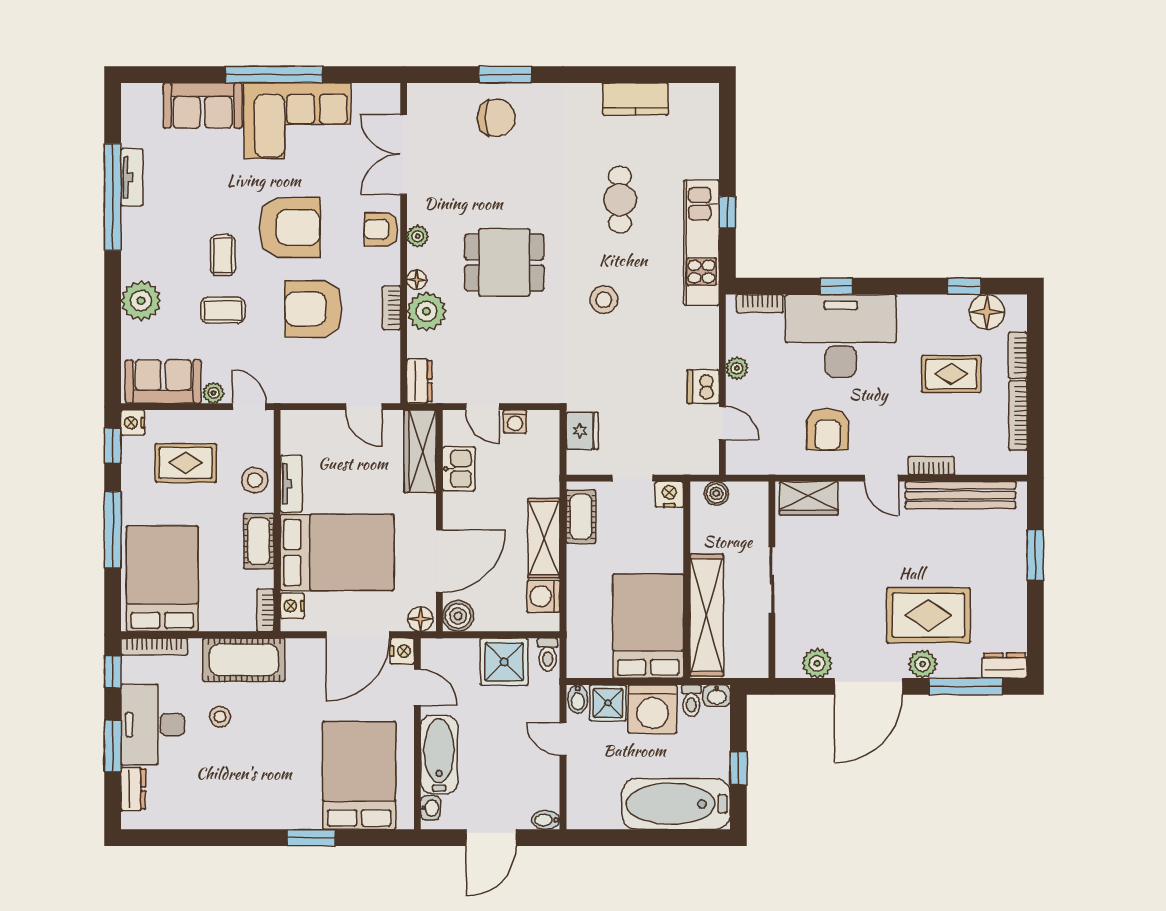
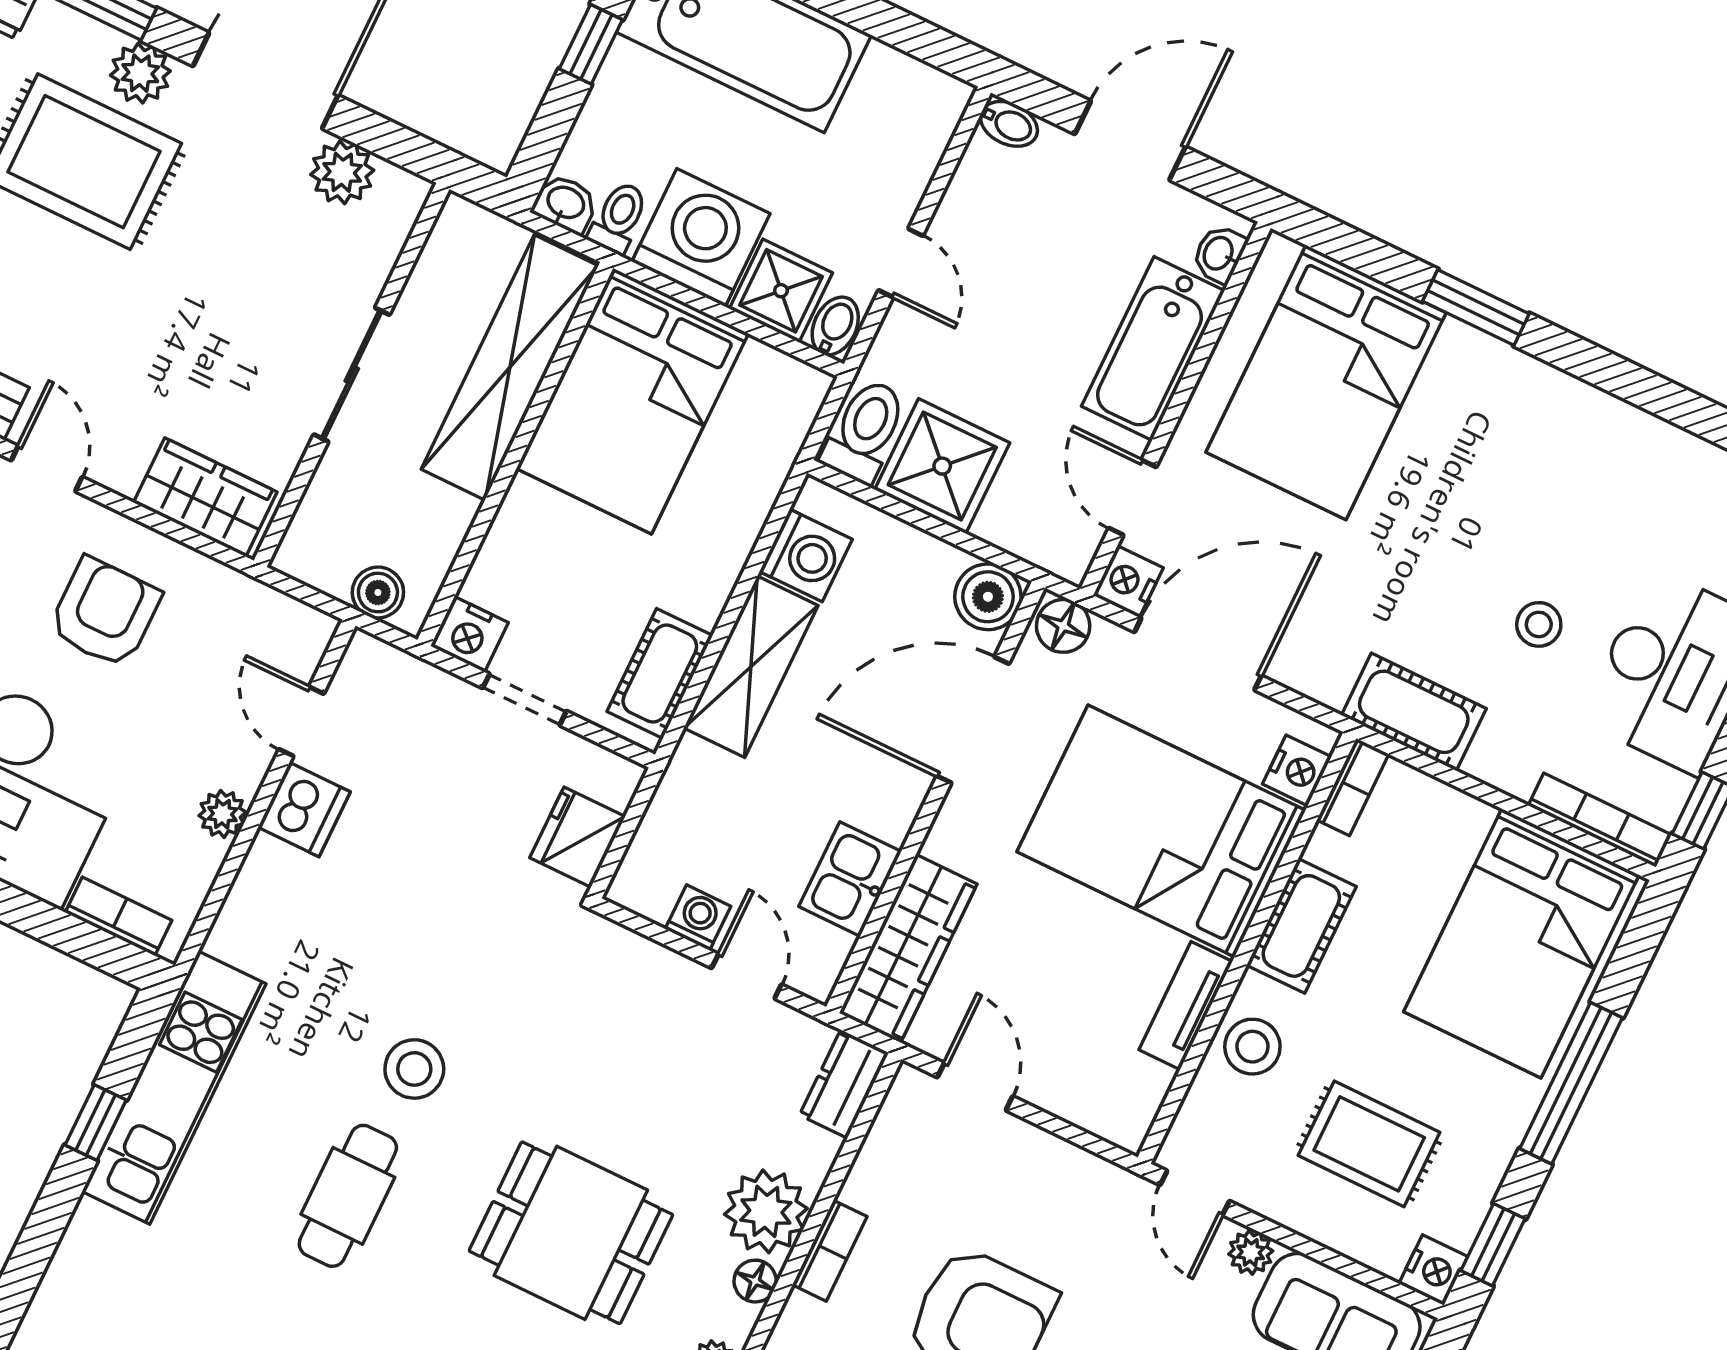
cafe table: (620, 200) -> (348, 1196), moved
toilet: (548, 655) -> (865, 431), width x1.37, depth x1.39
cot: (244, 660) -> (1414, 712), width x0.73, depth x0.75

